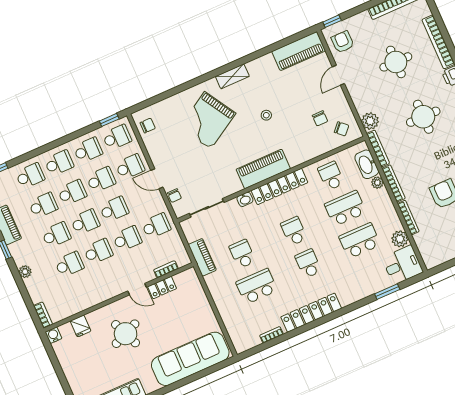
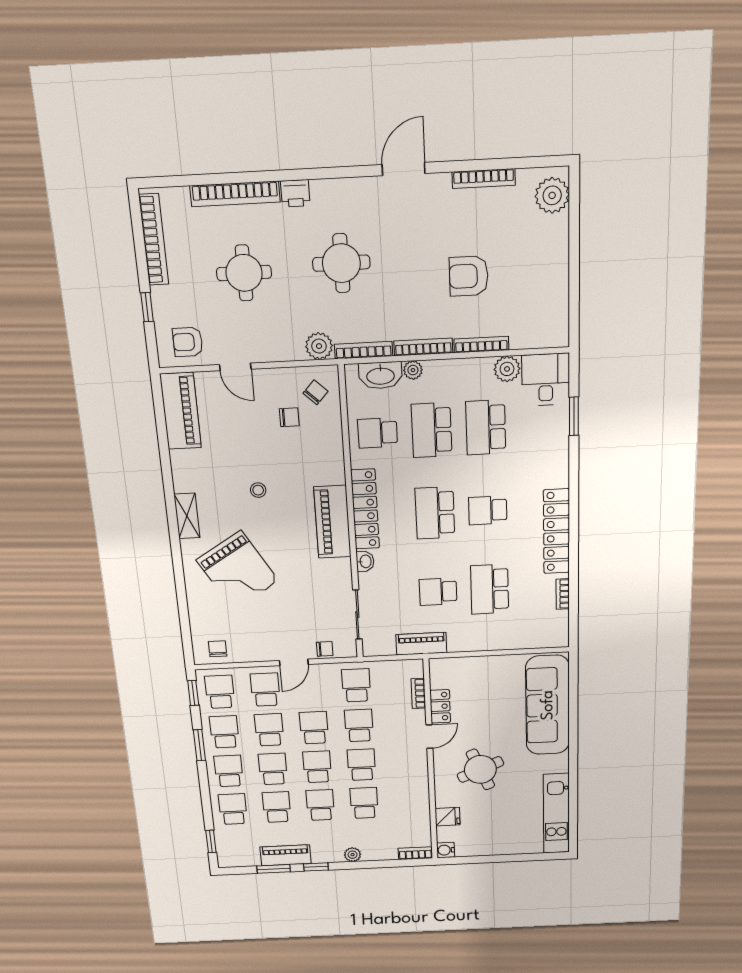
window: (332, 21) -> (147, 307), moved
window: (71, 137) -> (199, 745), added
school desk: (294, 231) -> (435, 513), width x1.85

